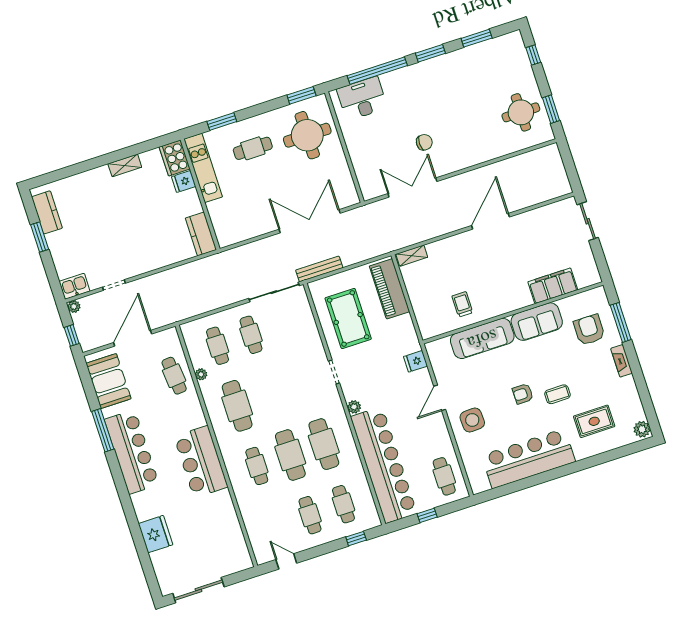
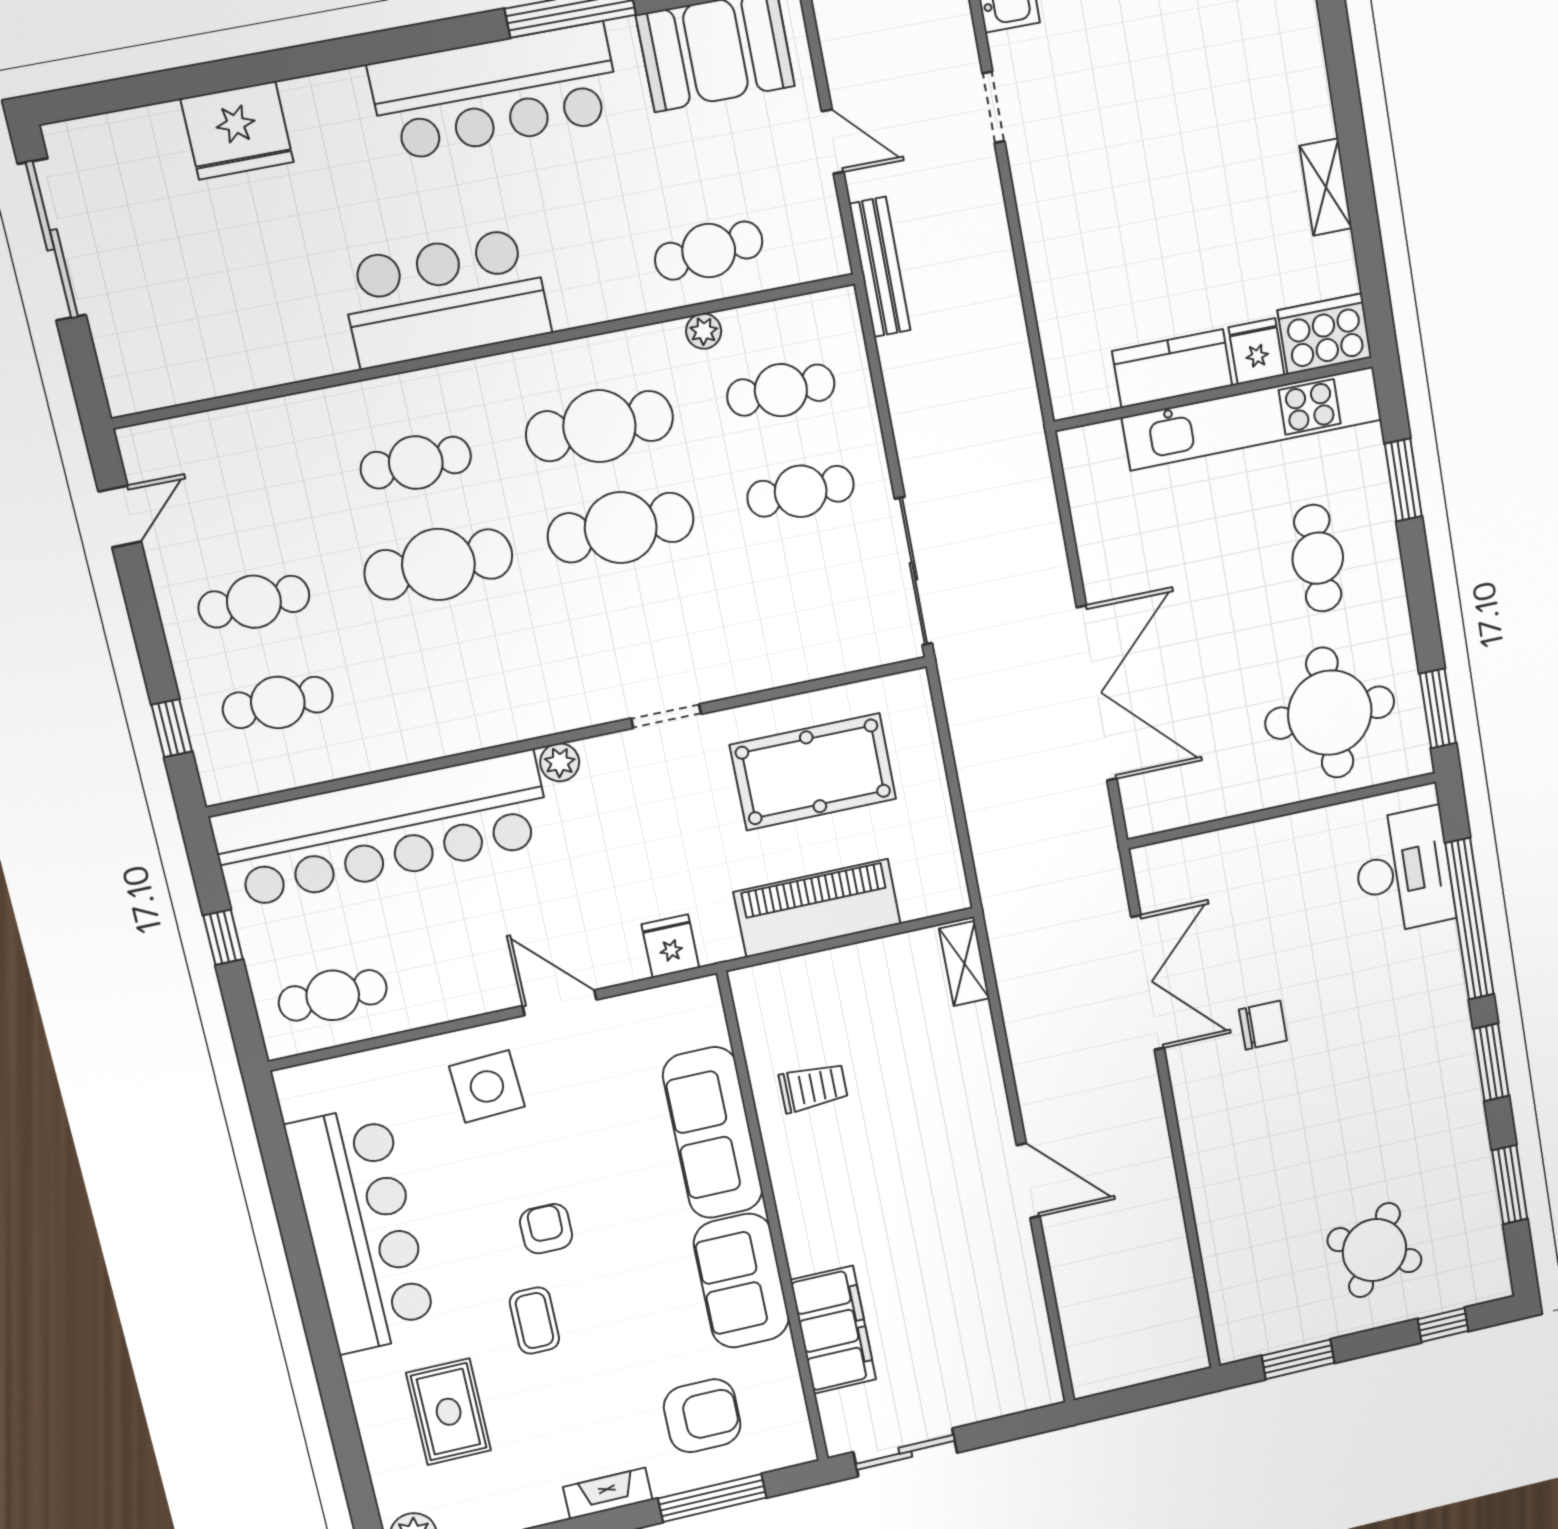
round table: (521, 112) -> (1374, 1250), moved, turned 30
chair: (424, 142) -> (1263, 1025), turned -90
kitchen unit: (203, 168) -> (1252, 419), width x1.36
door: (490, 221) -> (1028, 1181), width x0.73
sliding door: (588, 221) -> (905, 1452), moved
kitchen counter: (201, 234) -> (1172, 368), moved
bench: (319, 269) -> (880, 267), moved
piano: (389, 289) -> (817, 908), moved
door: (133, 338) -> (833, 142), width x0.53
cafe table: (324, 444) -> (621, 528), moved

